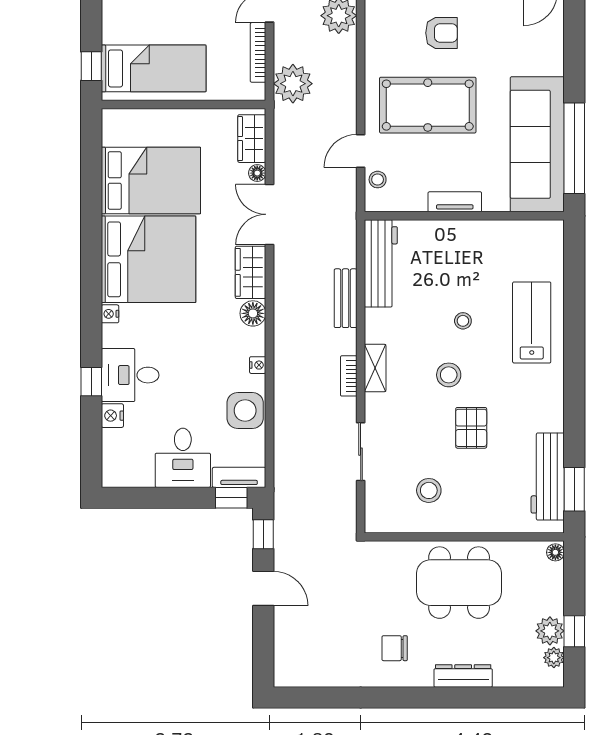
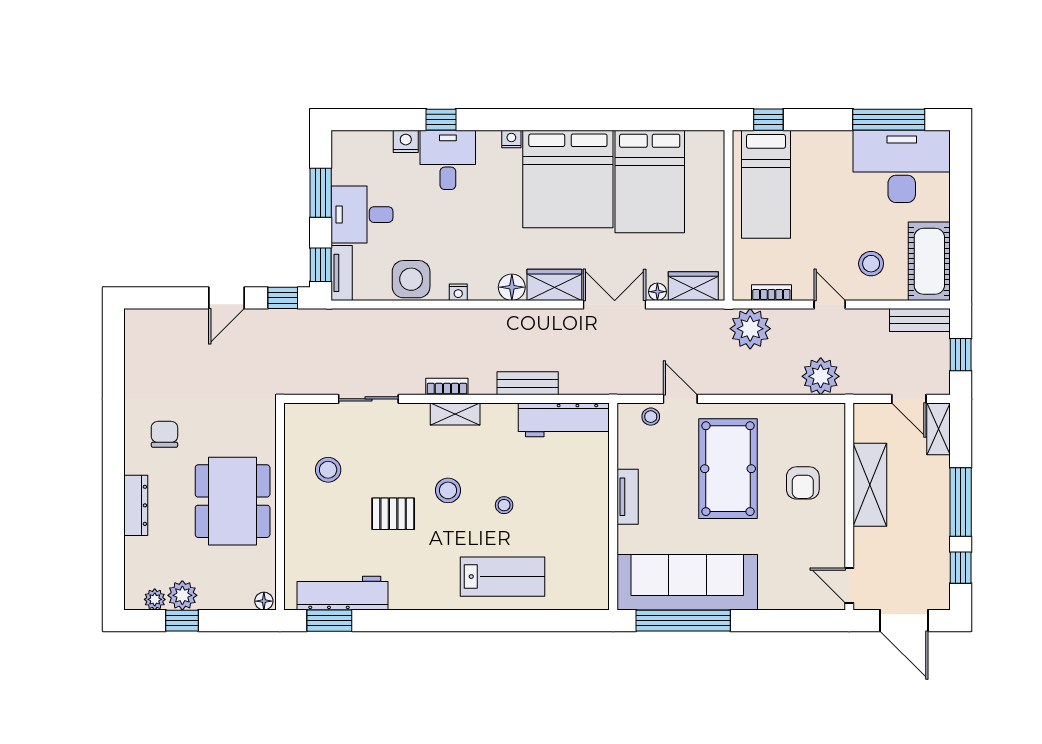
bookcase: (258, 52) -> (771, 293), width x0.64
window: (162, 498) -> (321, 193), added

